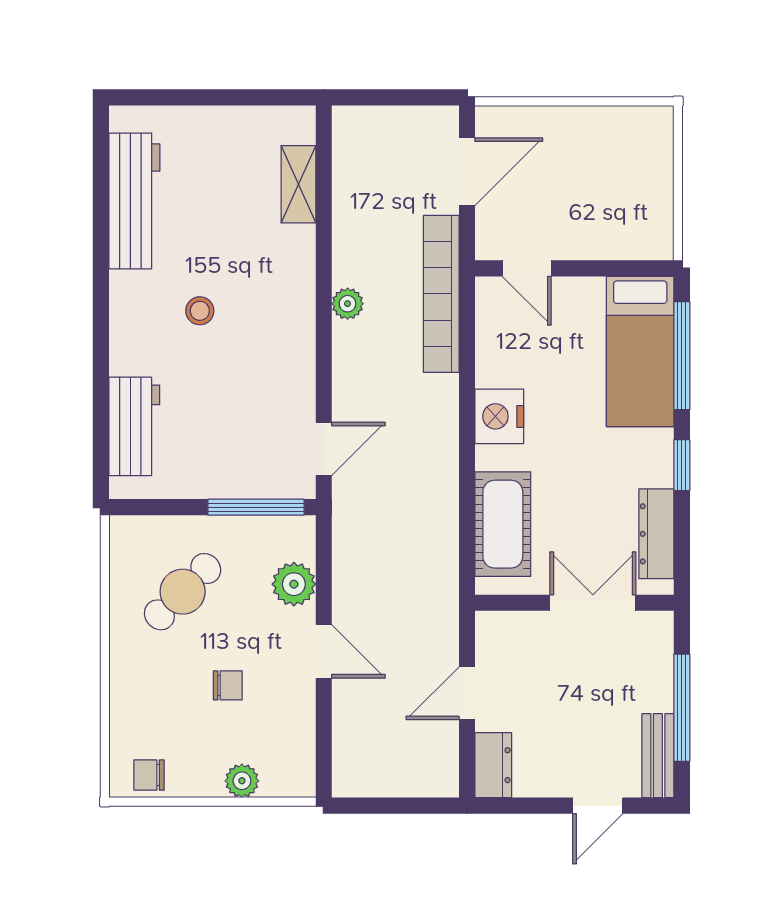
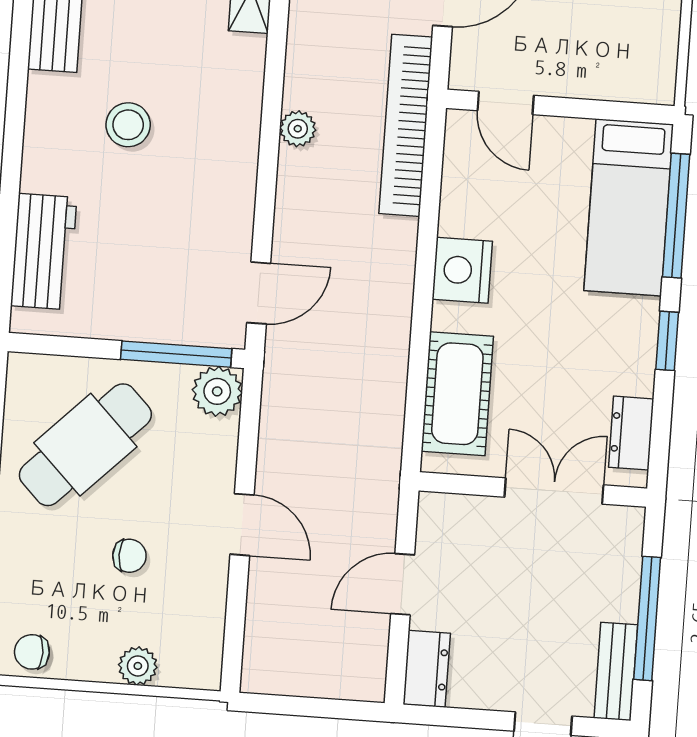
stool: (200, 311) -> (128, 125), width x1.37, depth x1.37
dresser: (656, 534) -> (631, 433), width x0.70
plant: (294, 584) -> (217, 391), moved
cafe table: (183, 592) -> (85, 445), width x1.37, depth x1.35

